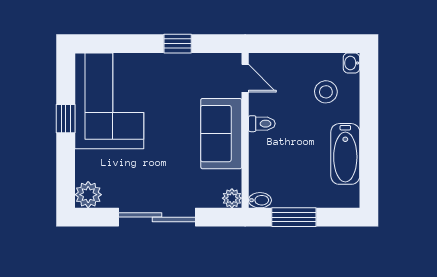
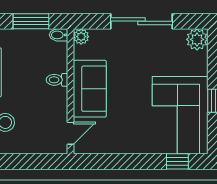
window: (178, 44) -> (177, 161), moved
door: (245, 78) -> (70, 133), swing flipped
toilet: (262, 124) -> (57, 80), moved

